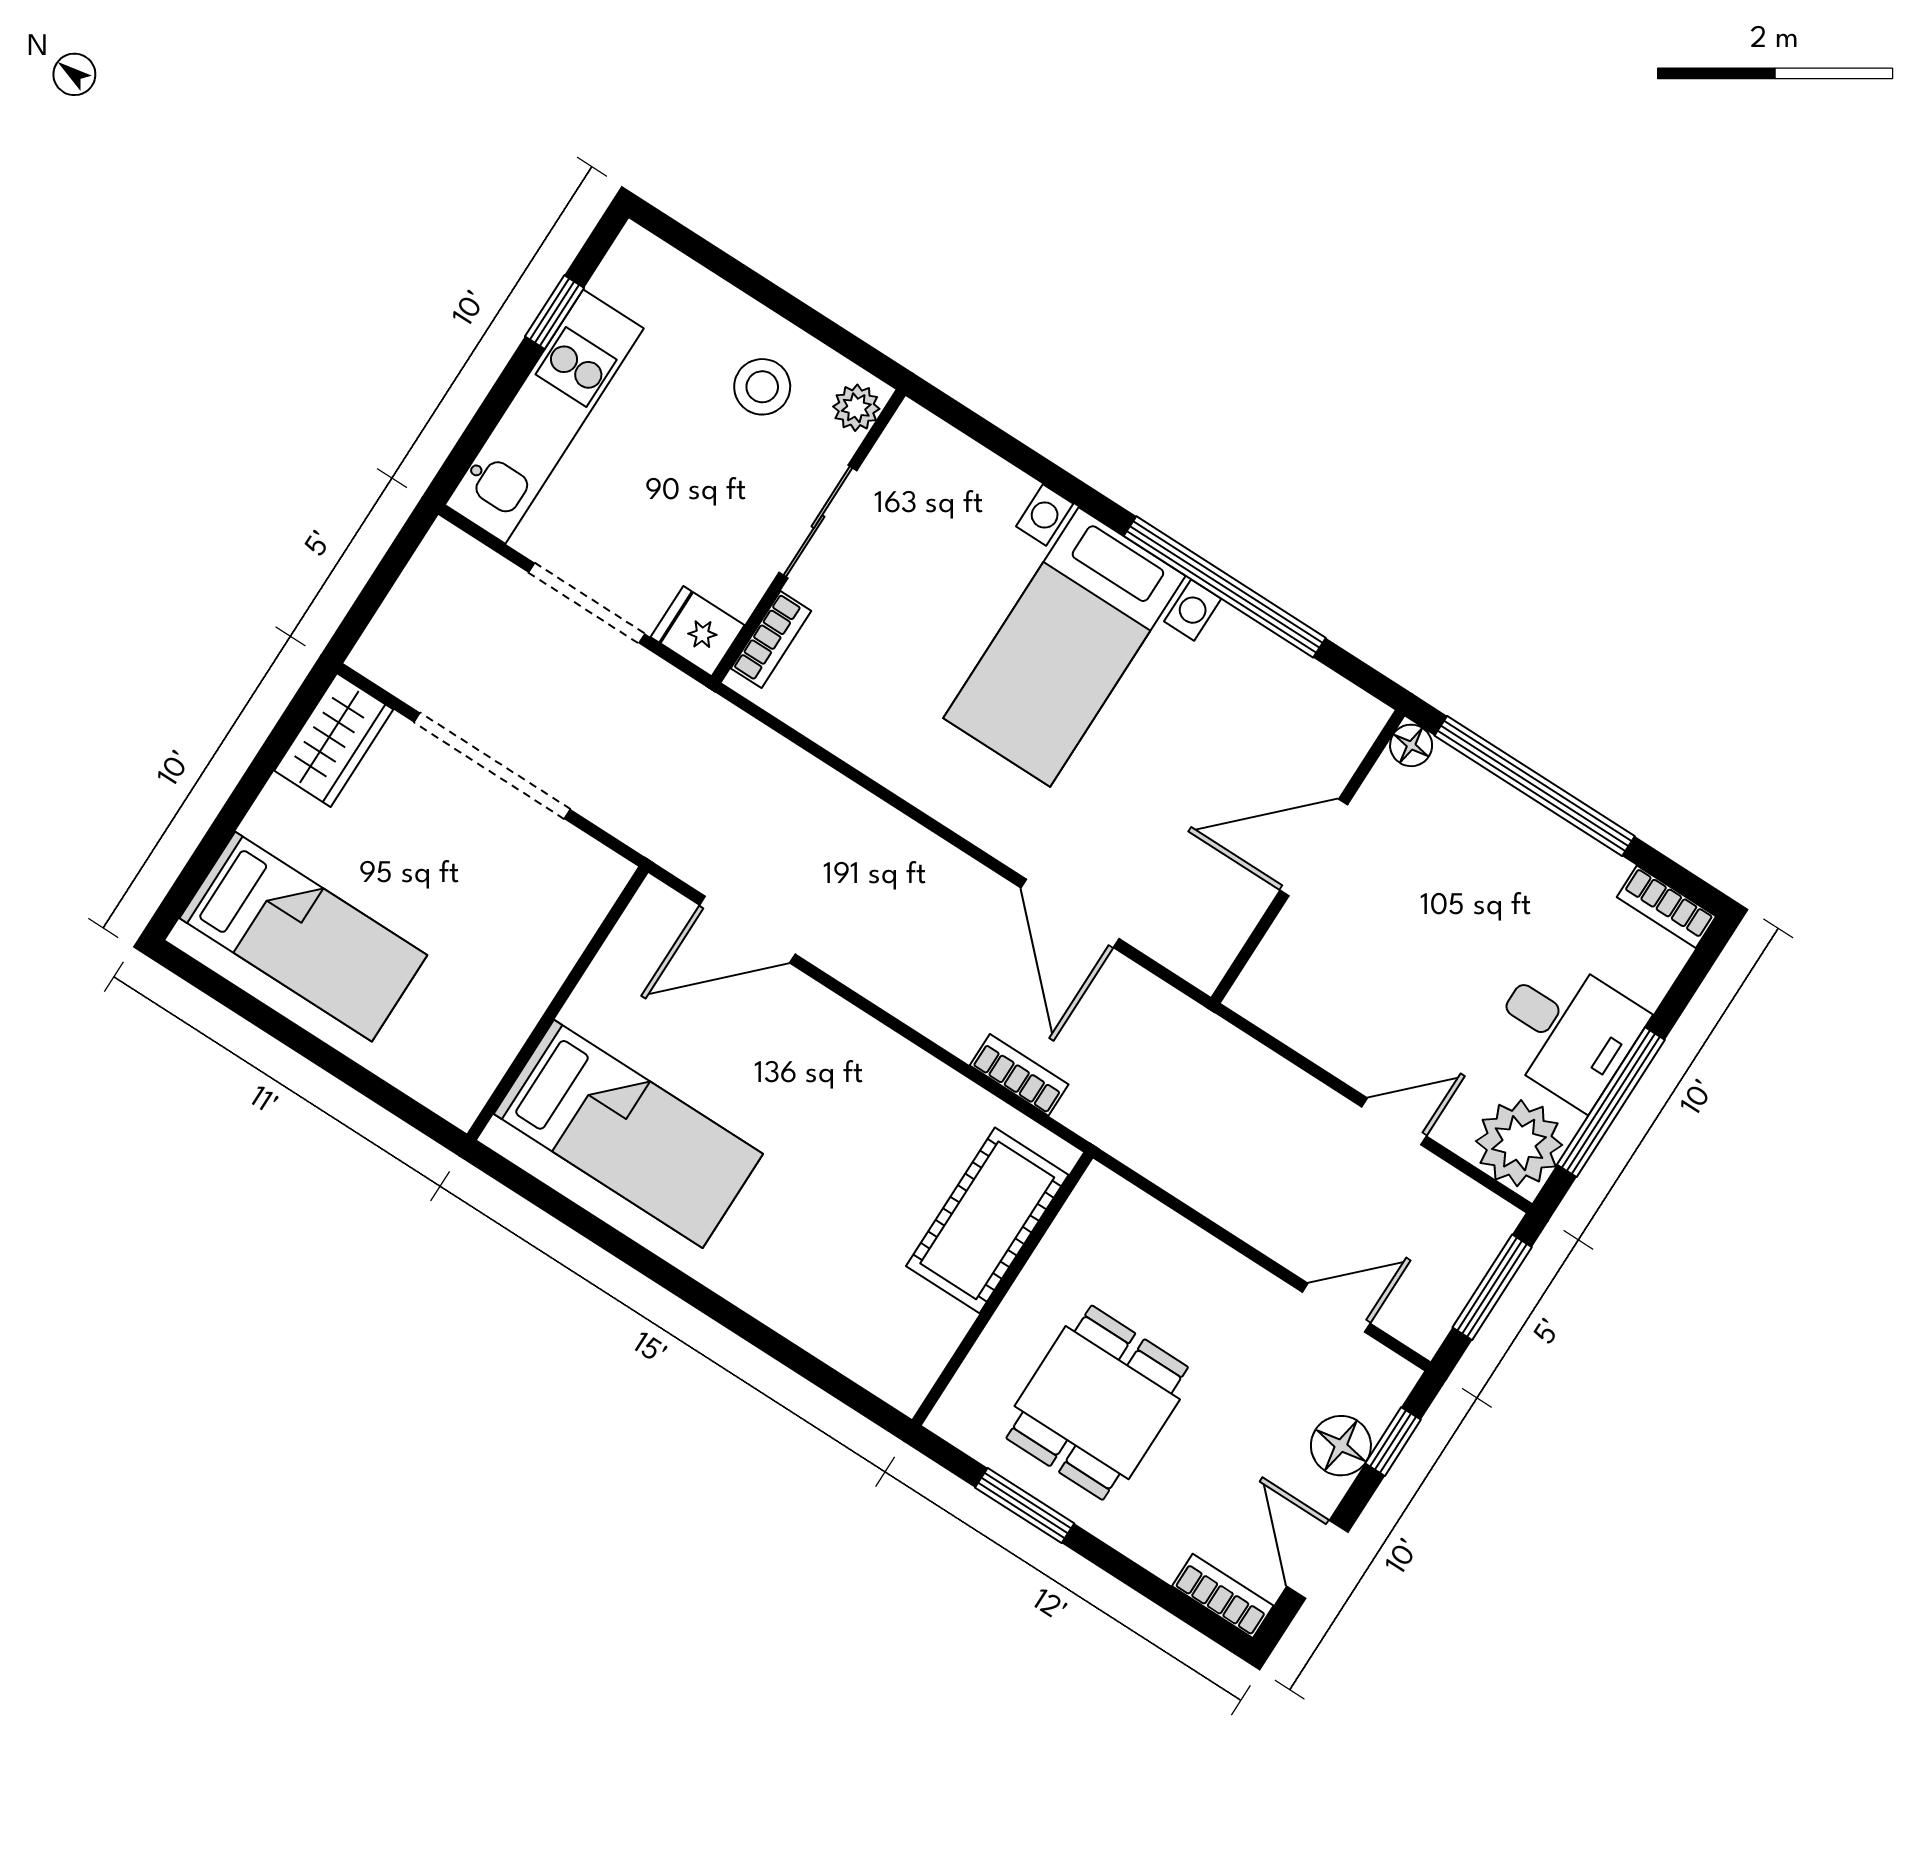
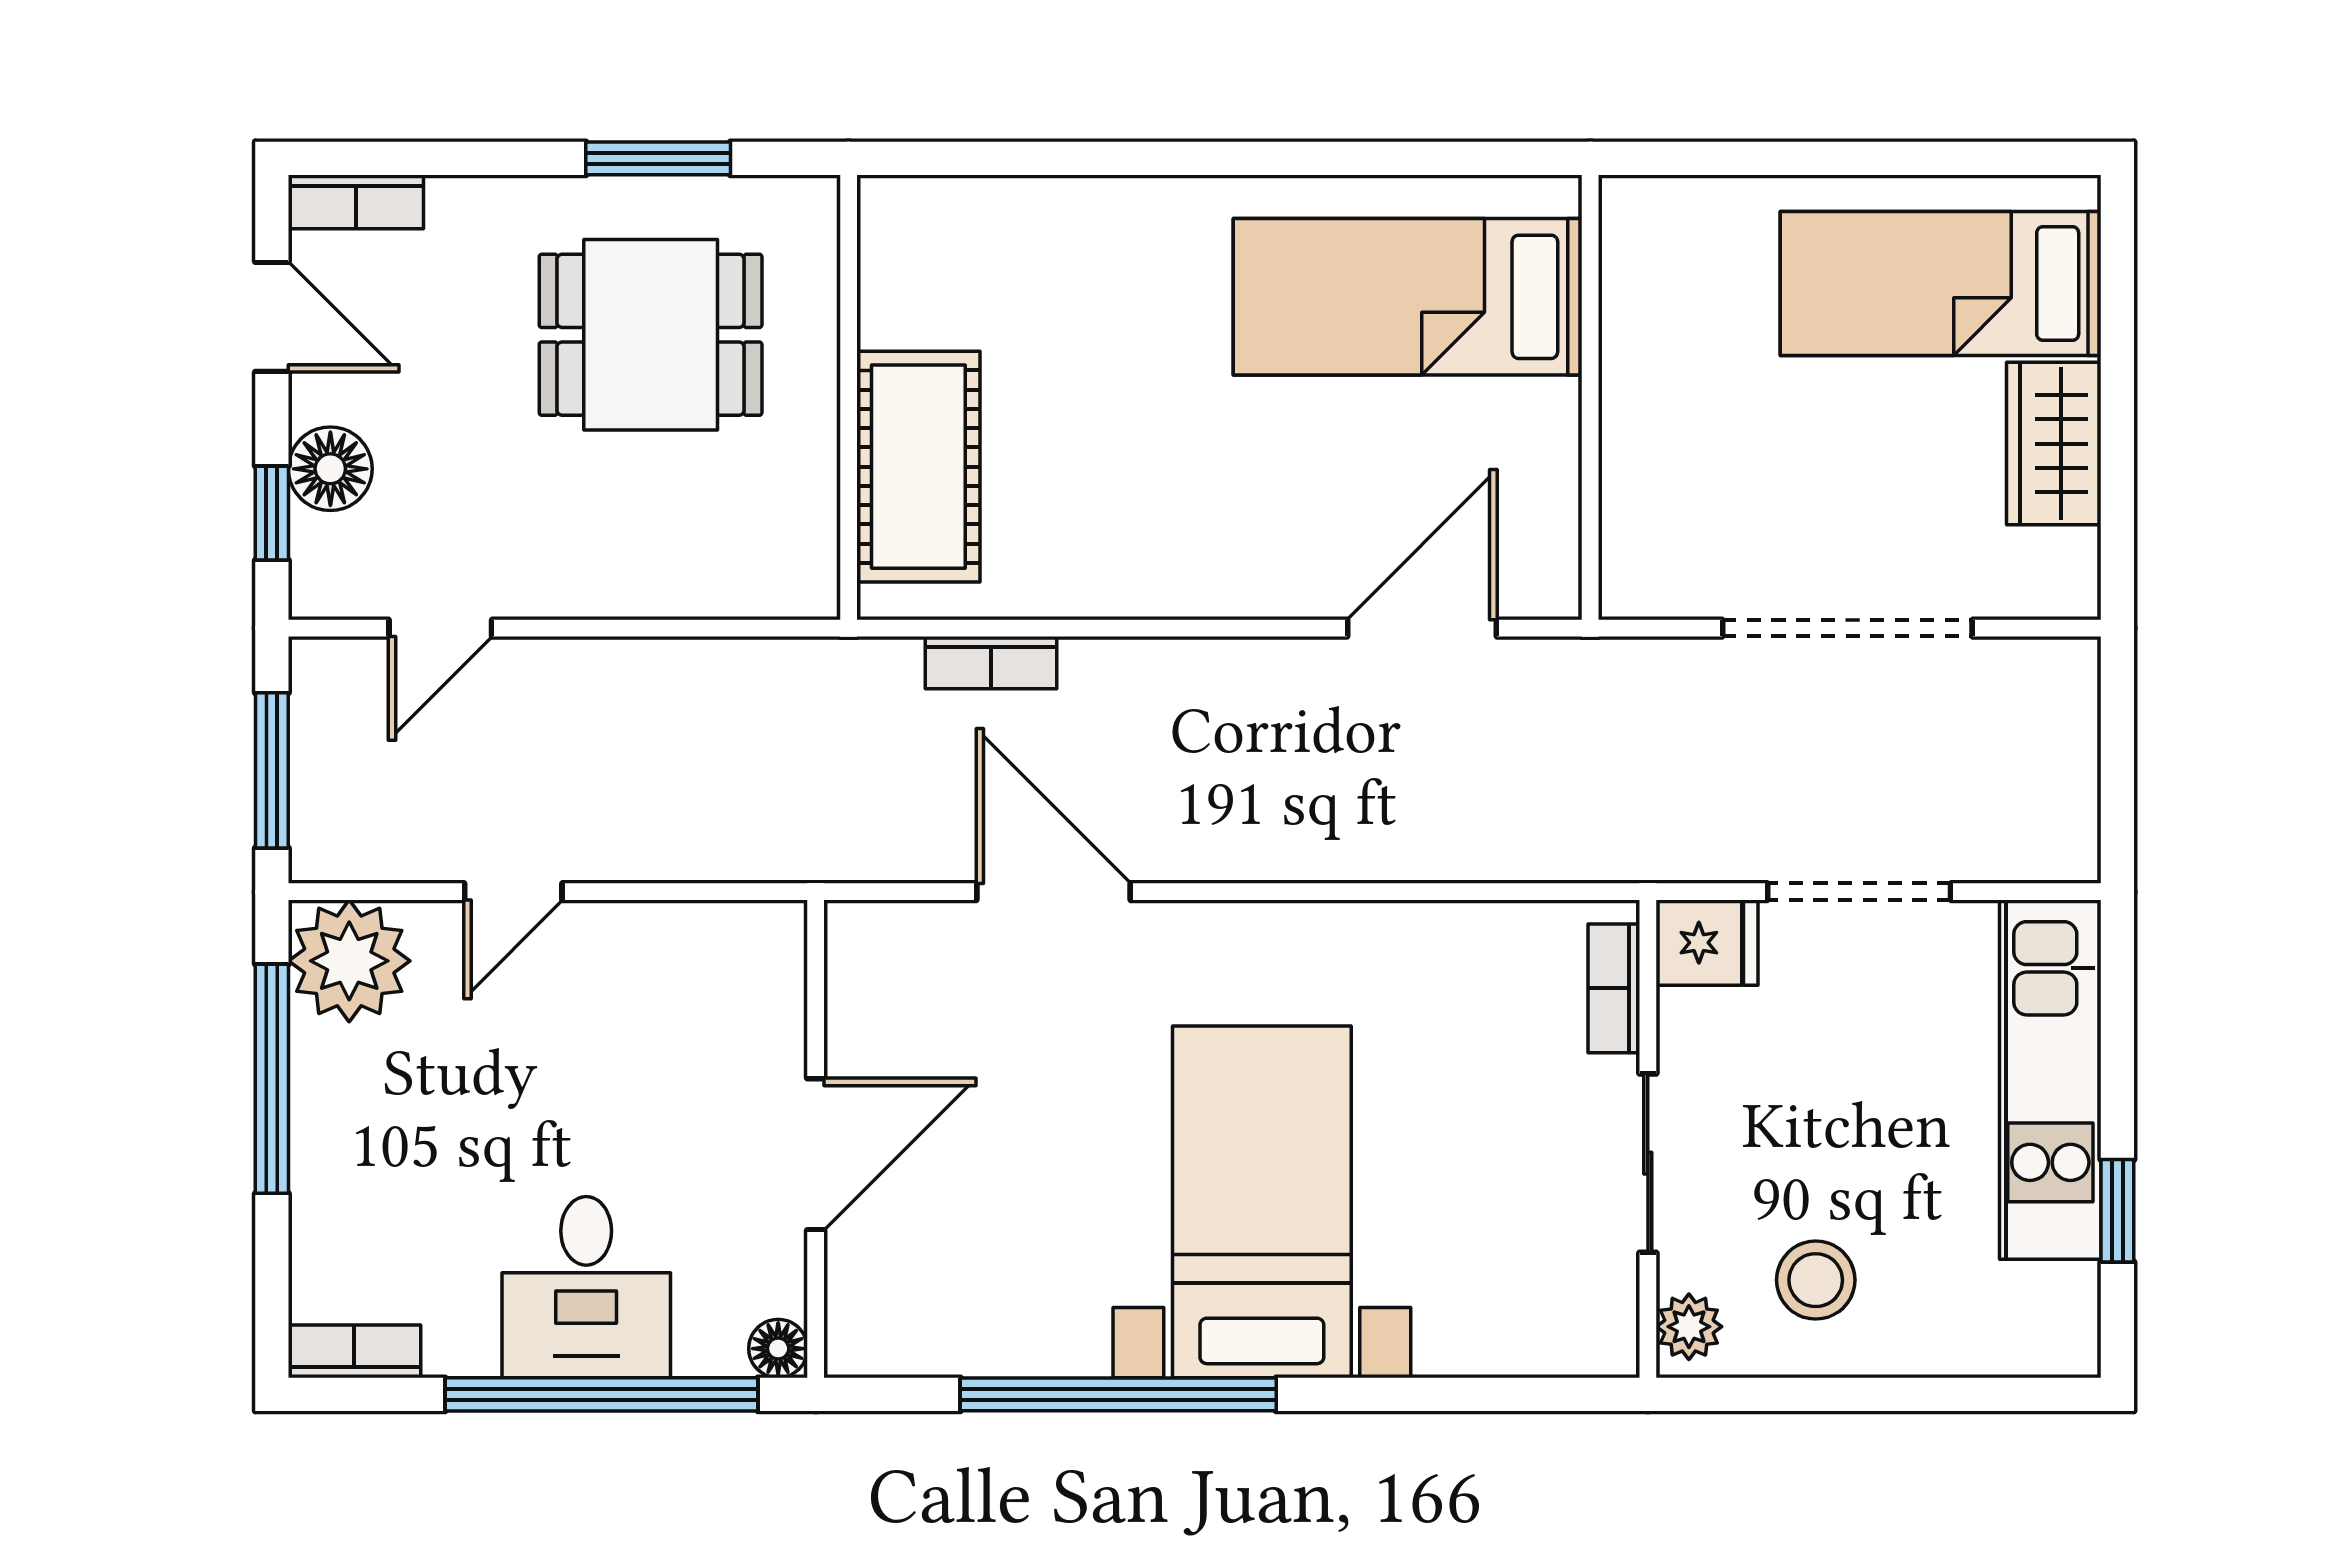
wardrobe: (334, 740) -> (2054, 444), moved
desk: (1566, 1030) -> (586, 1287), moved, turned -90
dining table: (1097, 1403) -> (651, 335), turned 90

